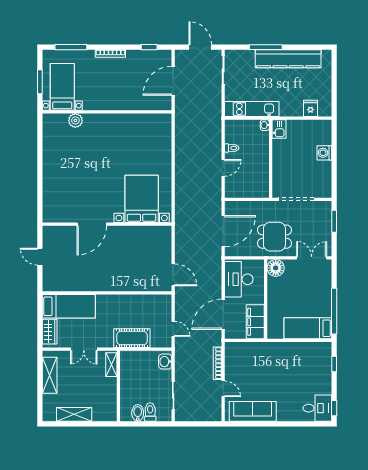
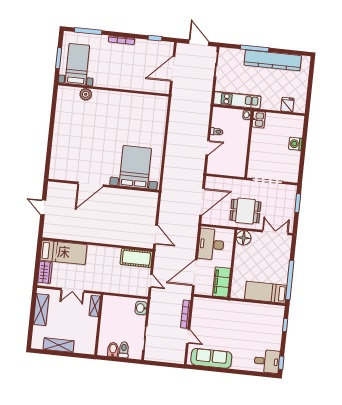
cot: (132, 338) -> (136, 258), moved

